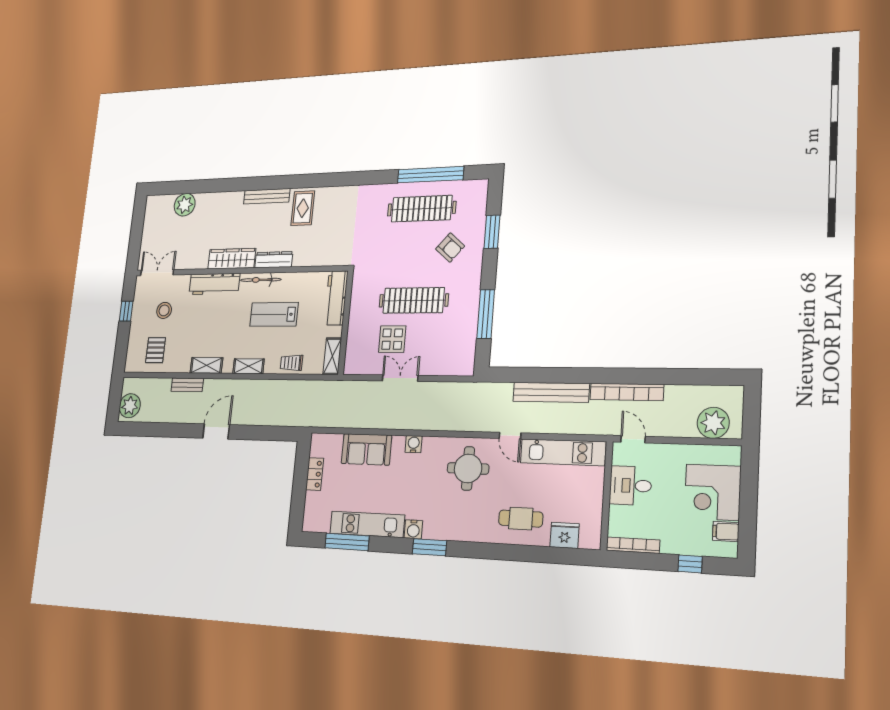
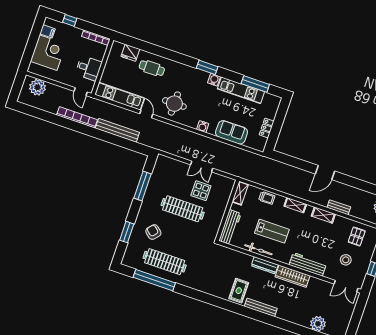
bicycle: (261, 280) -> (258, 250), moved

